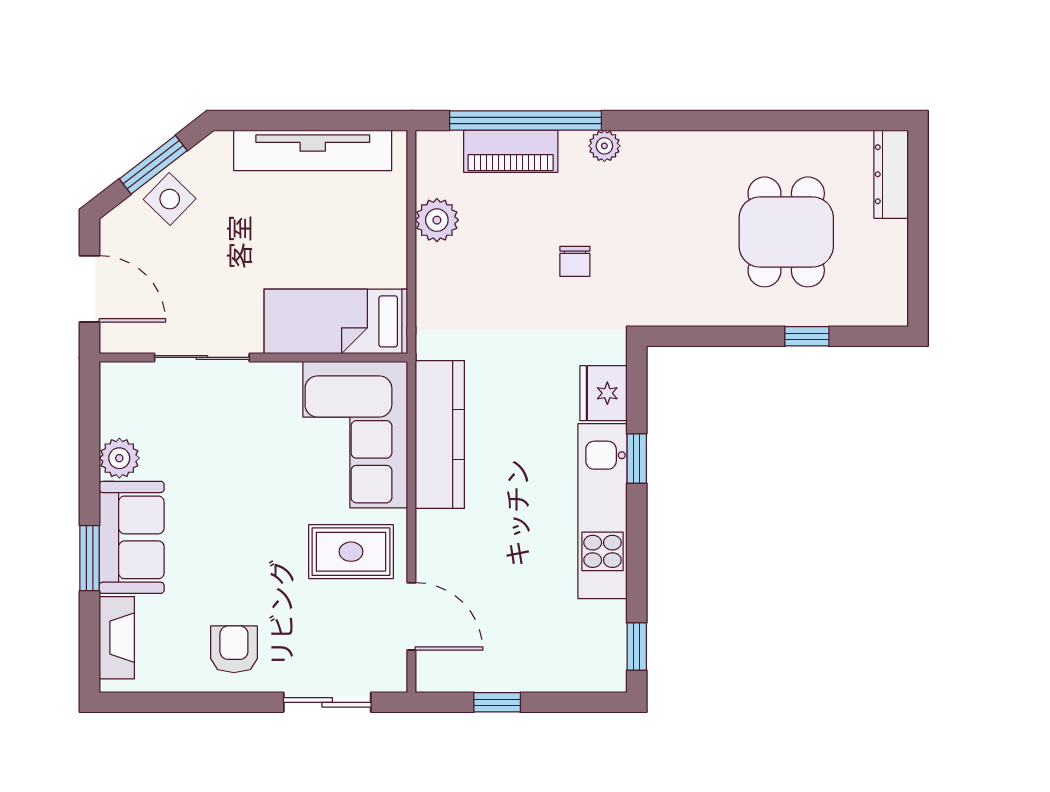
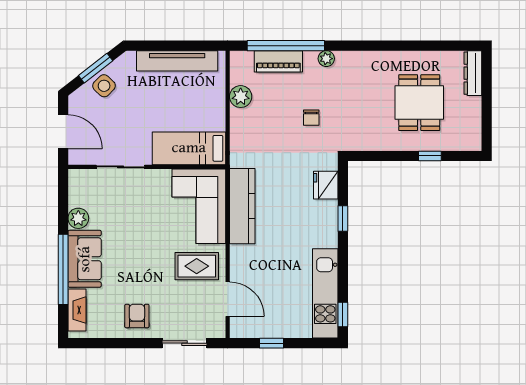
kitchen unit: (603, 511) -> (325, 293), moved
window: (90, 558) -> (63, 269), width x2.11

